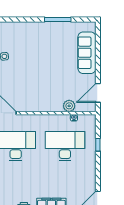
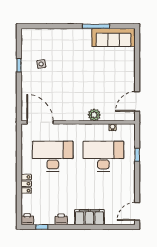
sofa: (87, 53) -> (113, 37), moved, turned -90
plant: (69, 106) -> (94, 115), moved

